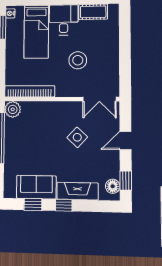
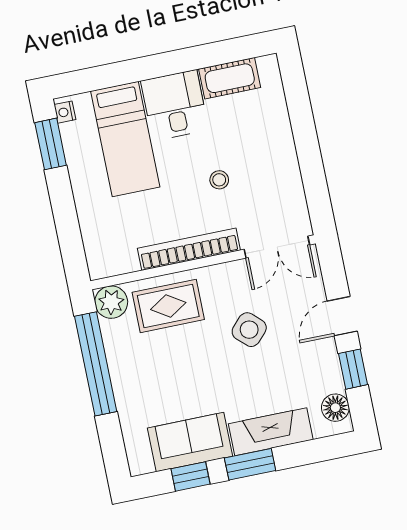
stool: (78, 60) -> (219, 180), width x0.53, depth x0.53
bookcase: (30, 91) -> (189, 249), moved
rug: (40, 117) -> (168, 306), added
window: (126, 181) -> (353, 369), moved
window: (64, 205) -> (250, 464), width x1.50

